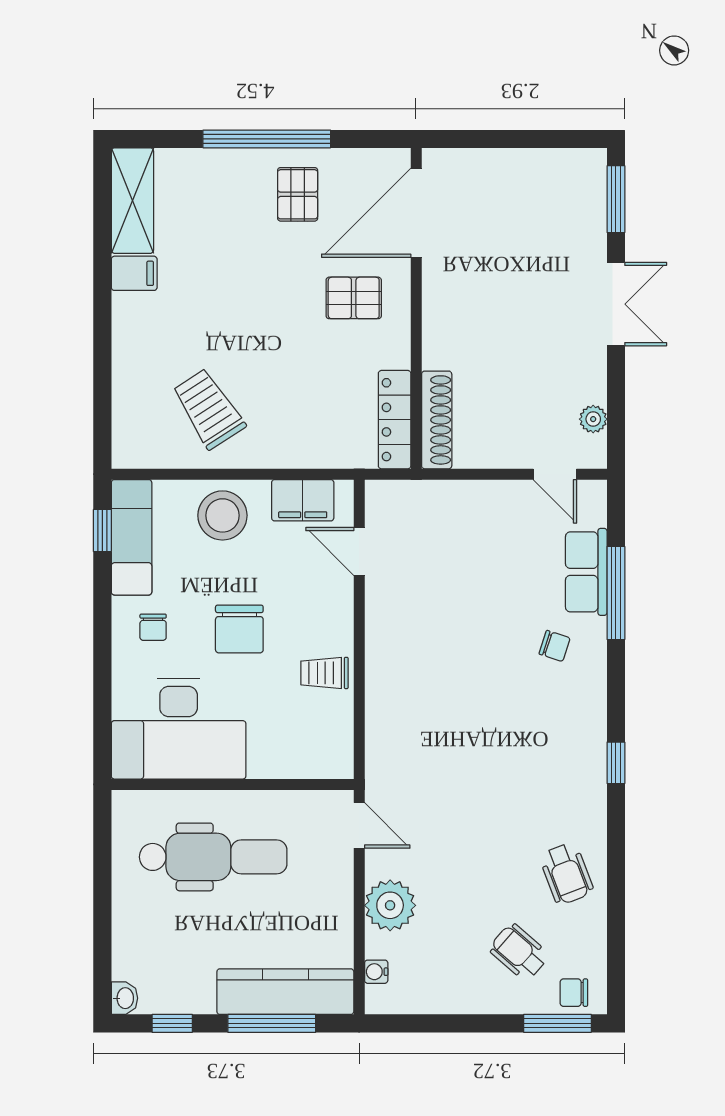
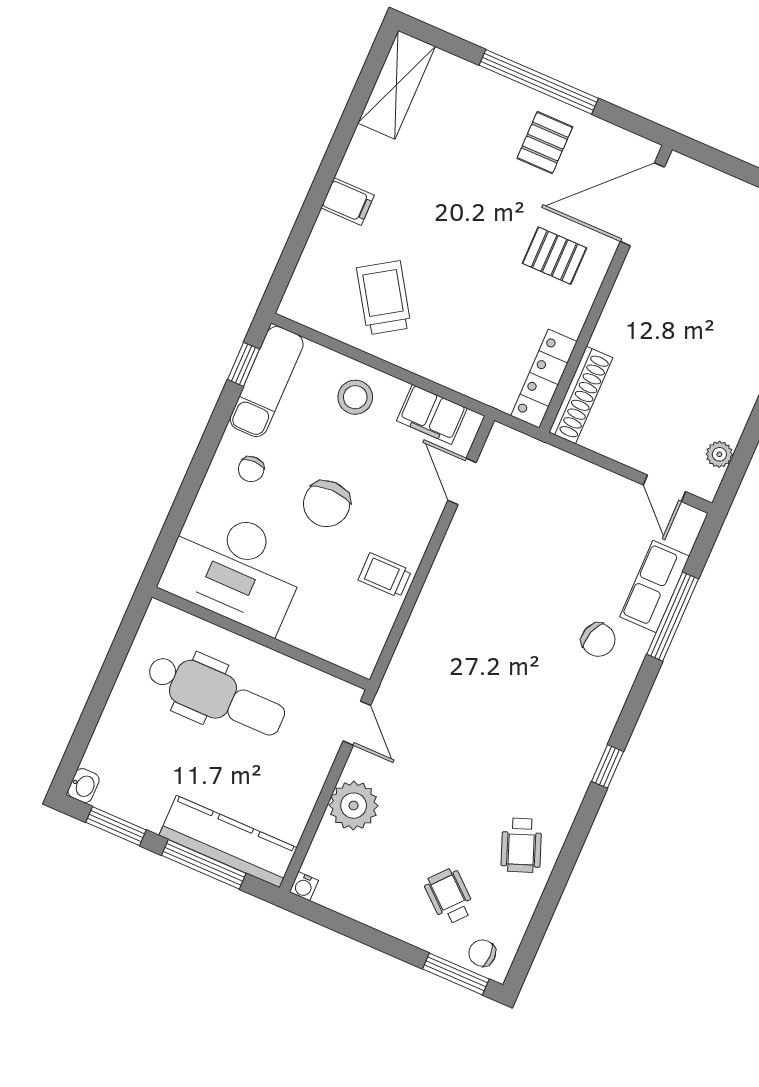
filing cabinet: (134, 273) -> (348, 202), moved
stool: (222, 515) -> (355, 397), width x0.73, depth x0.73
chair: (555, 646) -> (598, 640), width x1.37, depth x1.37
water cooler: (376, 972) -> (304, 886), moved, turned -90
window: (172, 1023) -> (116, 826), width x1.50

